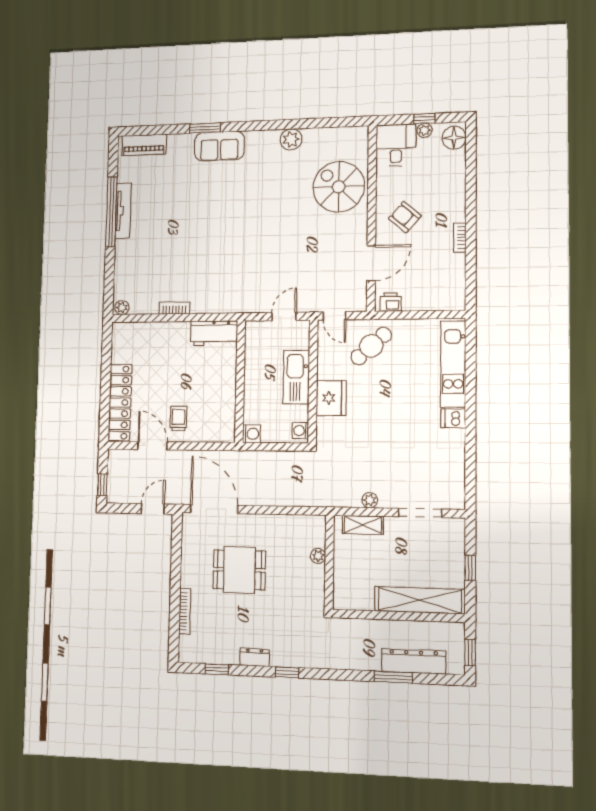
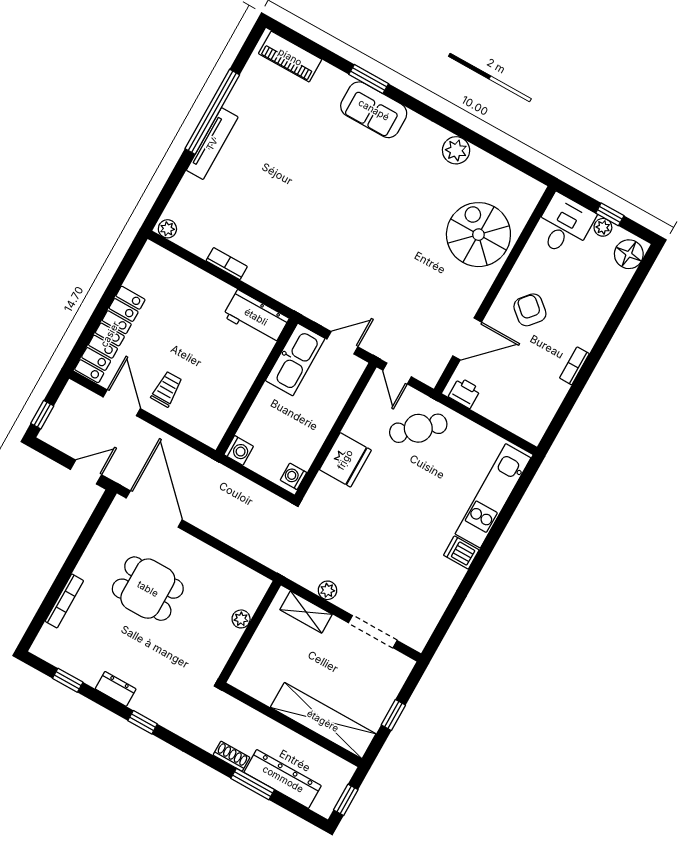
tv unit: (123, 211) -> (212, 144), moved
kitchen sink: (296, 377) -> (295, 360), moved, turned 180
shoe rack: (366, 664) -> (231, 756), added

